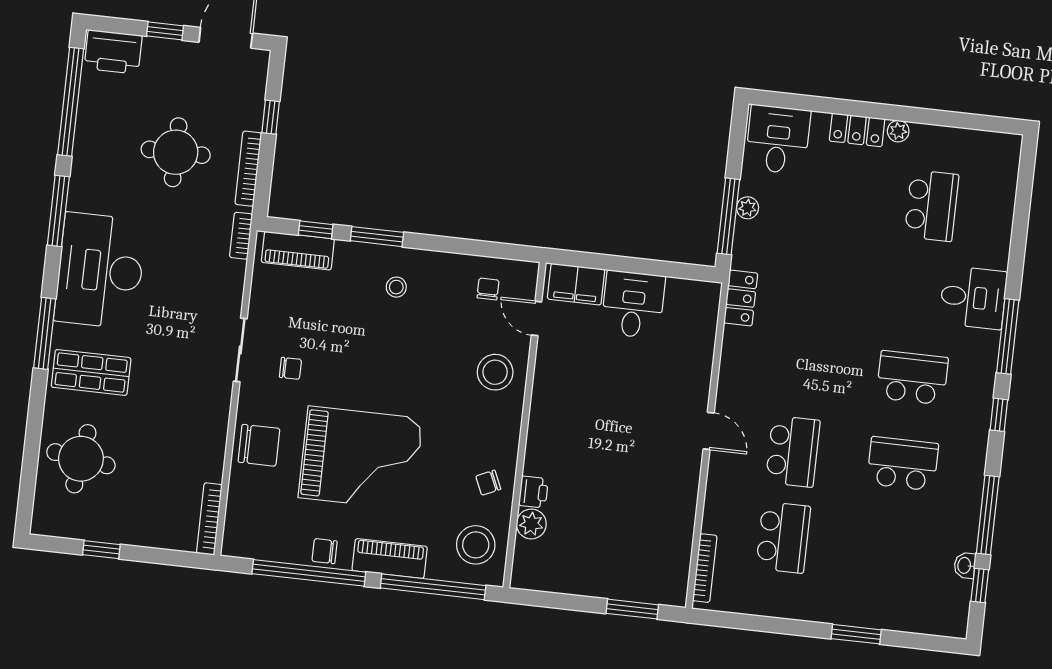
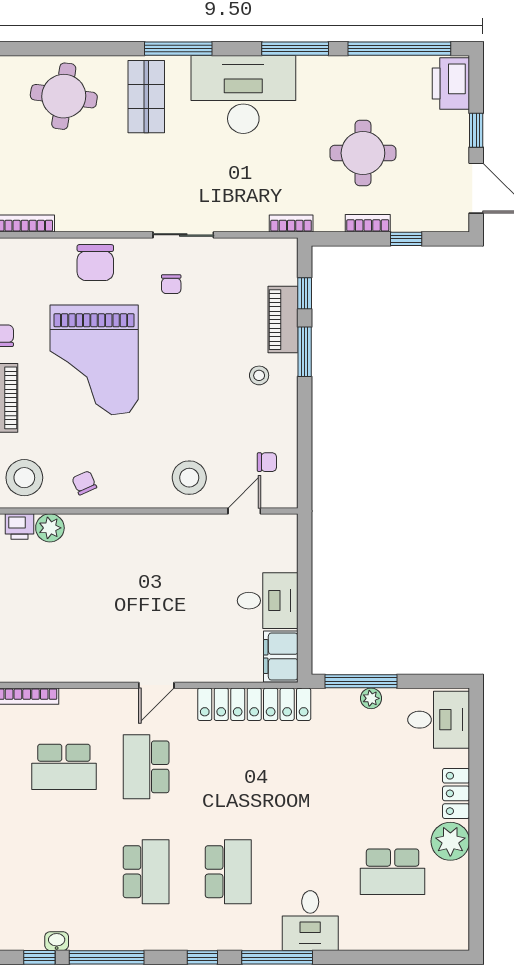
plant: (898, 131) -> (450, 841), width x1.88, depth x1.88
bookcase: (248, 169) -> (368, 223), width x0.64
piano: (298, 251) -> (283, 320), moved
filing cabinet: (576, 284) -> (281, 657), moved
locker: (741, 298) -> (254, 704), width x2.16, depth x1.21
school desk: (793, 451) -> (146, 767), turned 90
printer: (533, 492) -> (20, 527), moved

